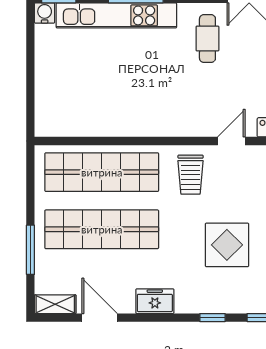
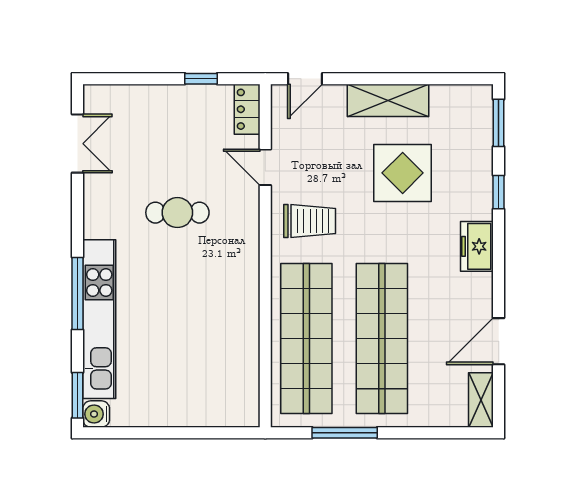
cafe table: (207, 39) -> (177, 213), moved
window: (30, 250) -> (345, 433), moved
freezer: (155, 301) -> (477, 246), moved

